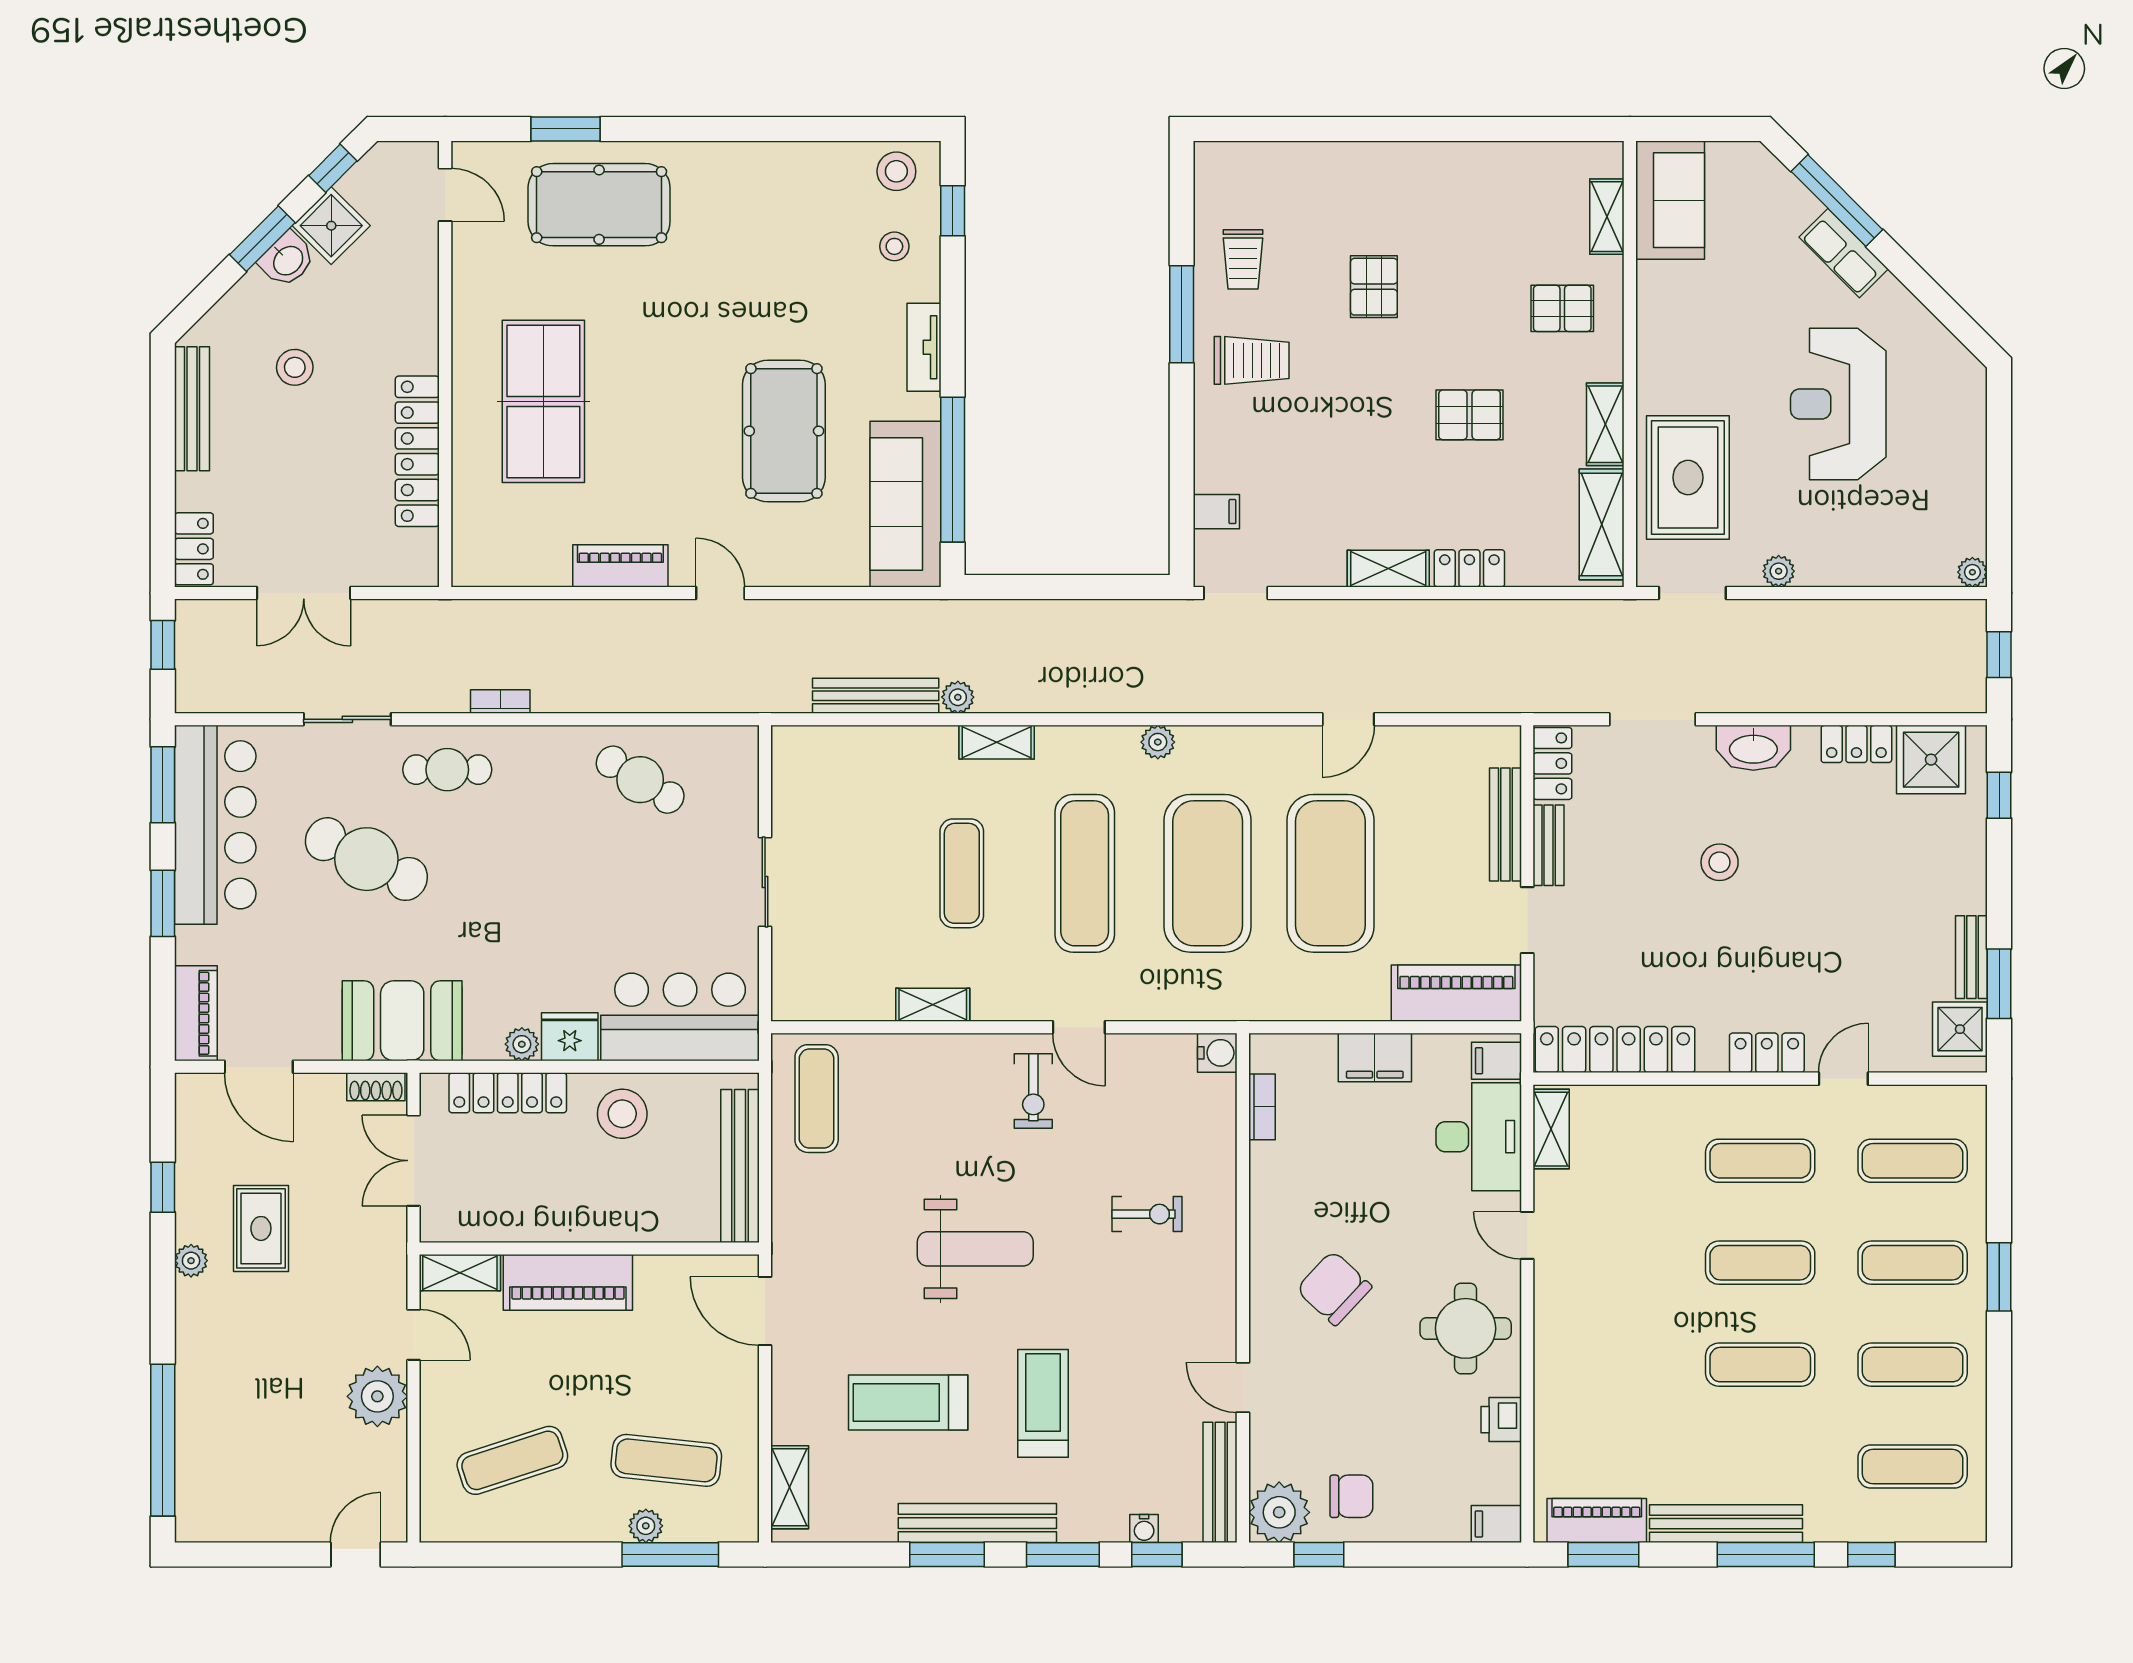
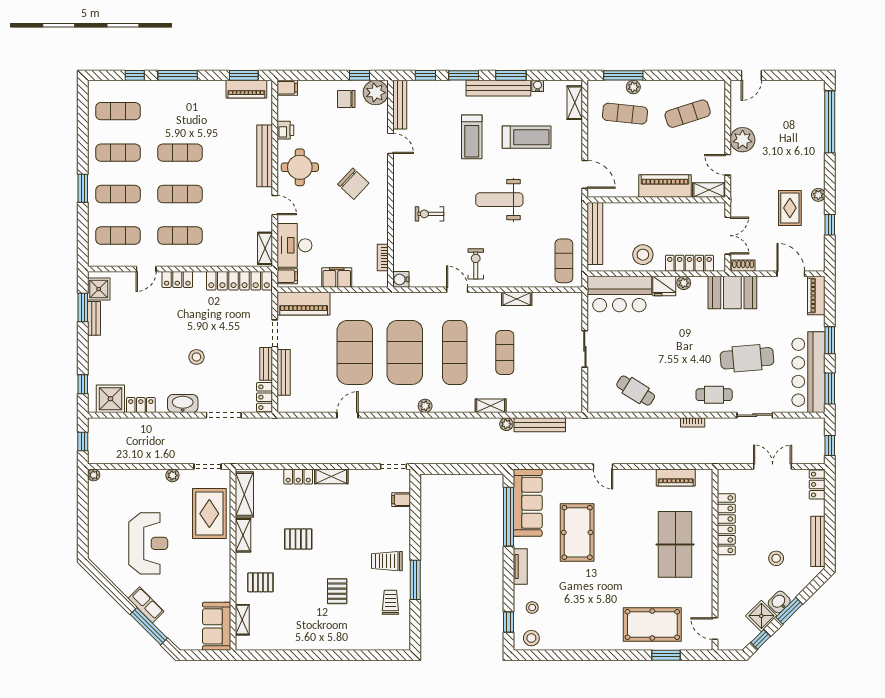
piano: (620, 566) -> (676, 478), moved
cafe table: (366, 859) -> (747, 358), turned -31
bench: (1726, 1524) -> (265, 156), moved, turned 90
water cooler: (1144, 1529) -> (538, 86), moved

